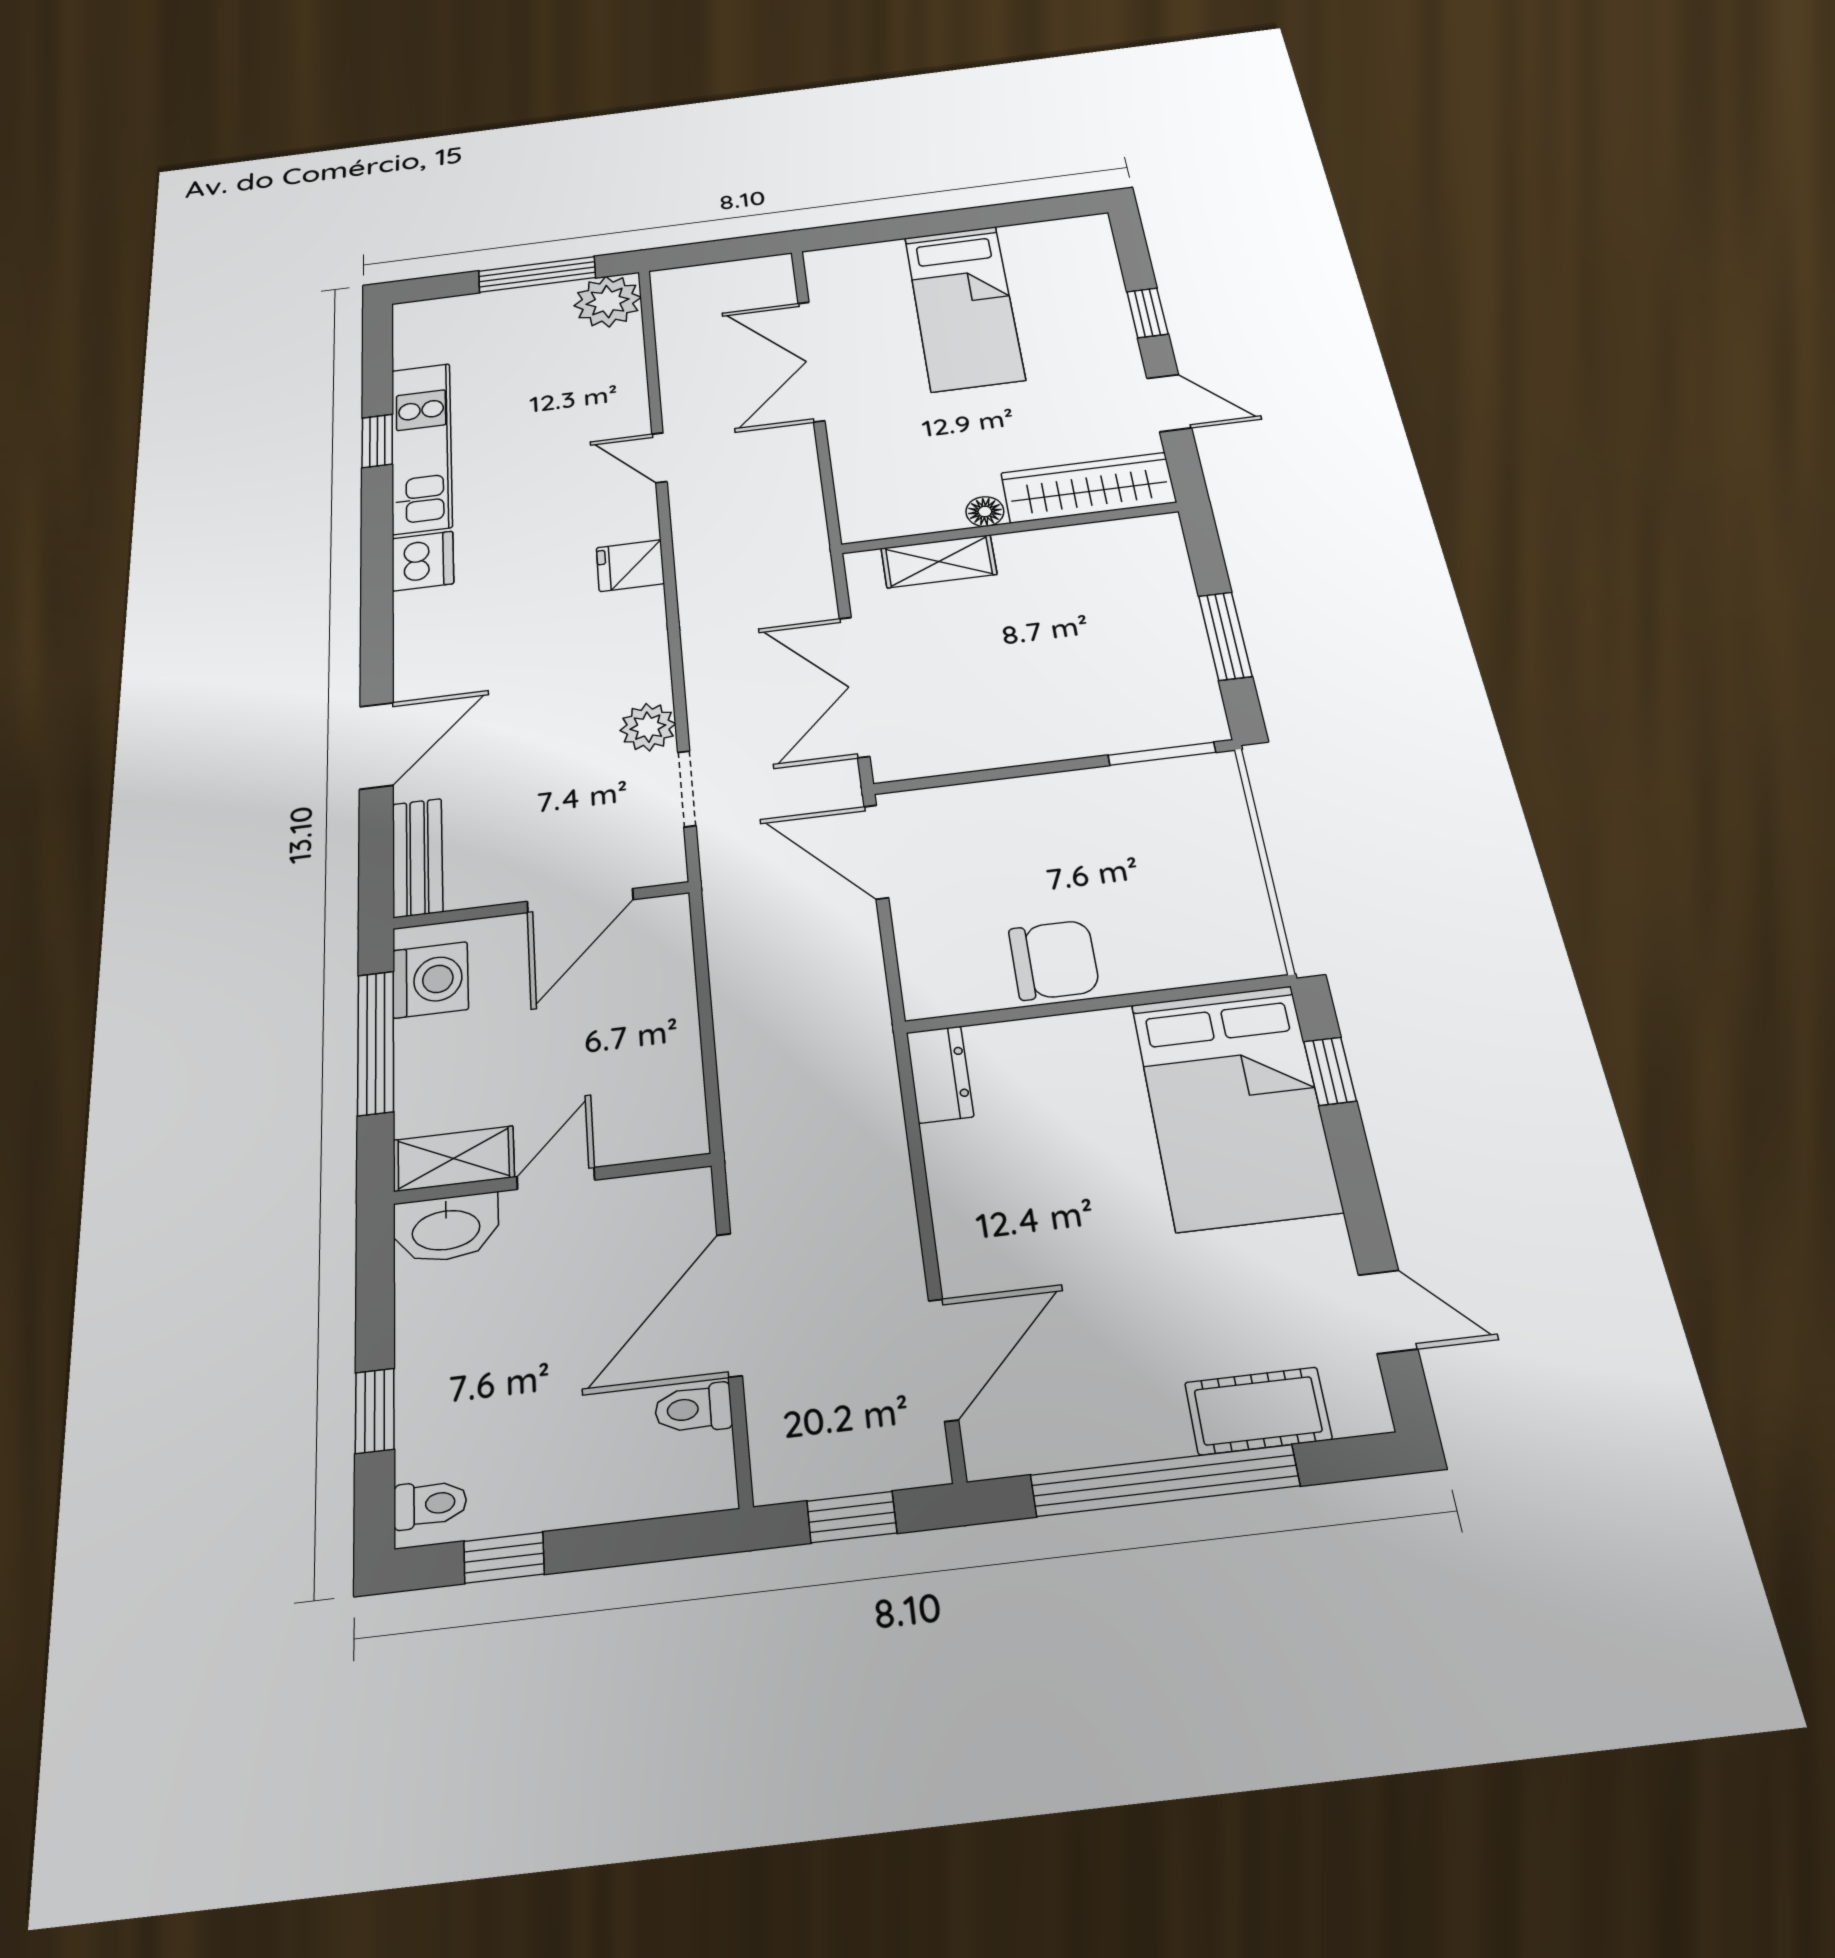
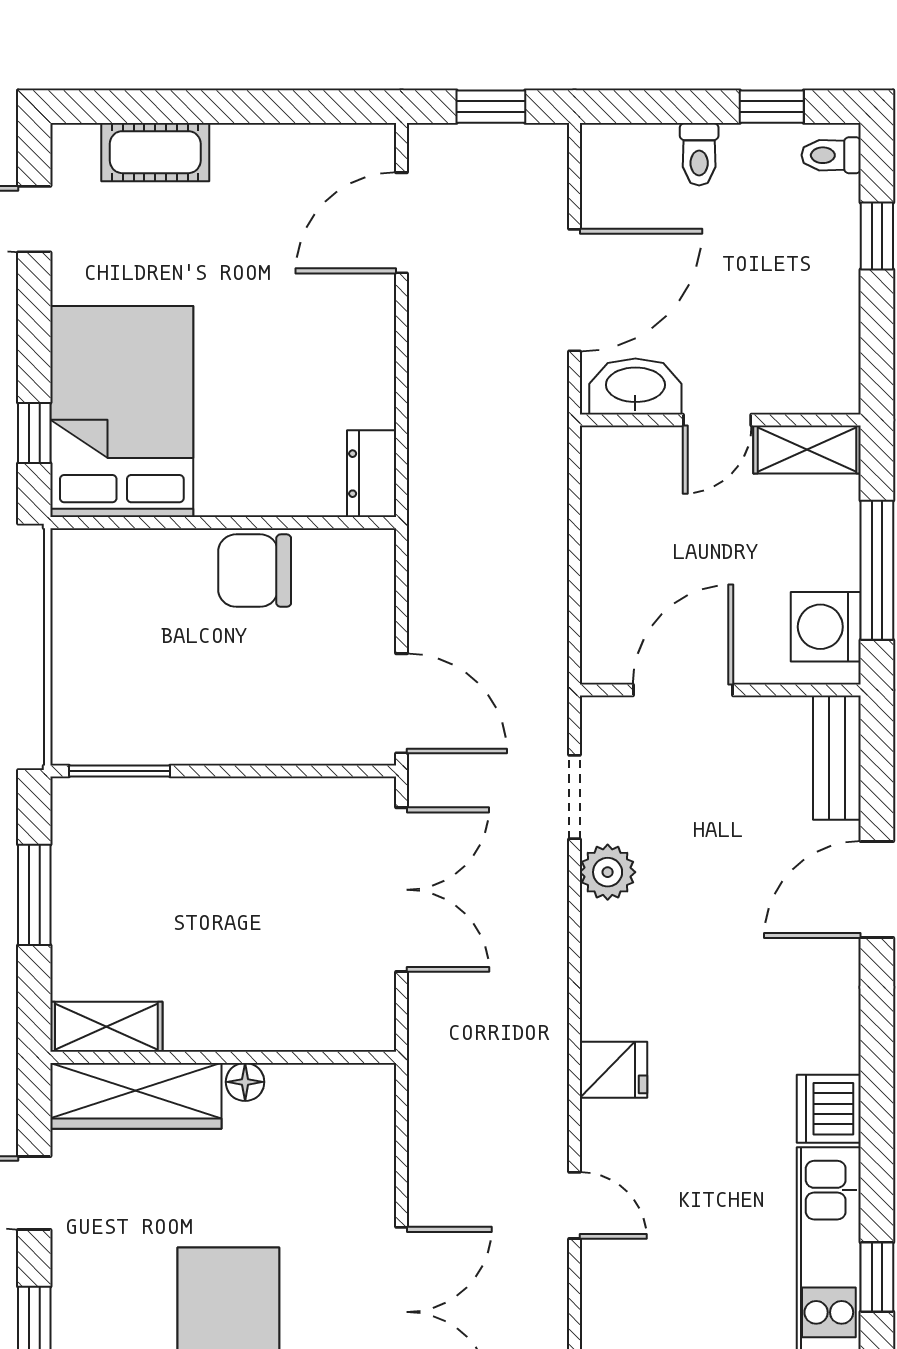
shelving: (939, 561) -> (106, 1027), moved
washbasin: (446, 1228) -> (635, 386), moved
toilet: (693, 1409) -> (699, 154), moved, turned 90
window: (1165, 1480) -> (239, 107), removed

